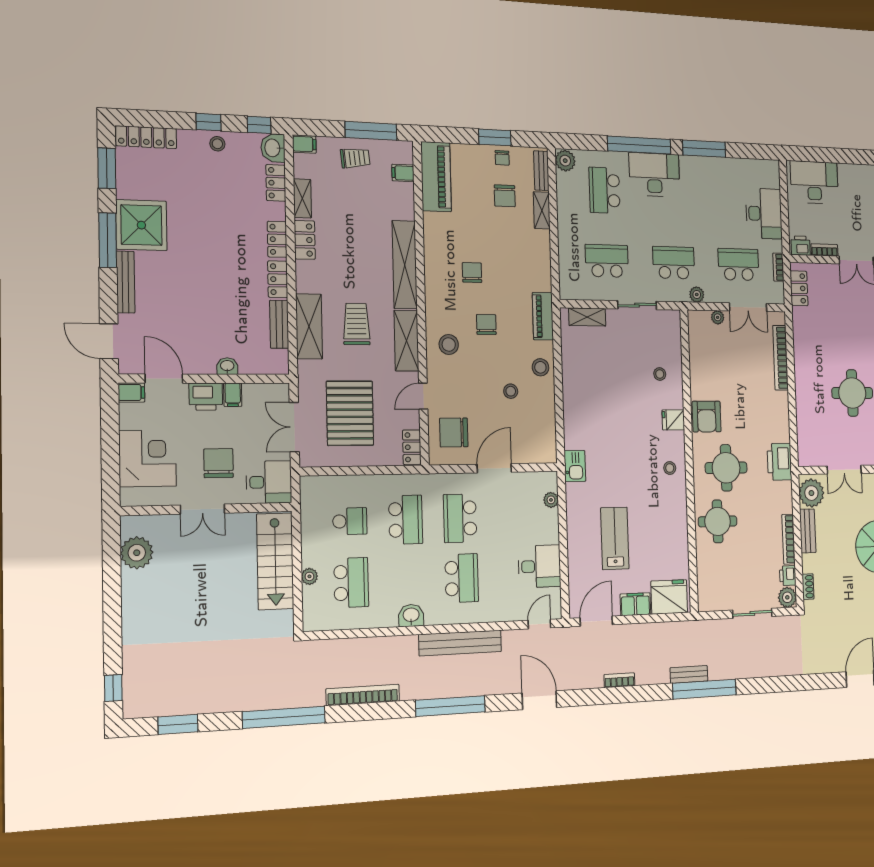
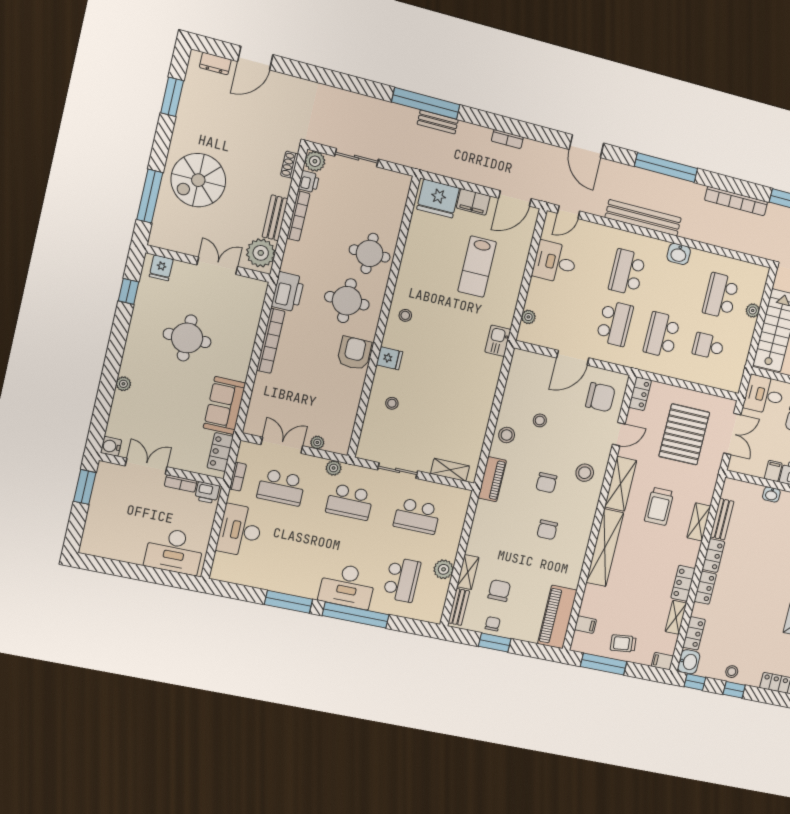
plant: (565, 161) -> (444, 569), moved
shelving: (309, 326) -> (699, 522), width x0.67, depth x0.75
sofa: (806, 335) -> (224, 406), added
bookcase: (780, 358) -> (271, 341), moved

